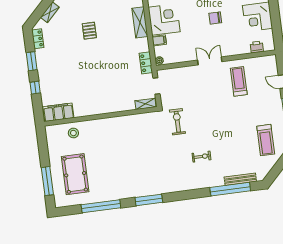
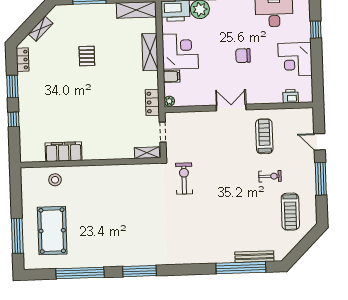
filing cabinet: (58, 112) -> (64, 152), moved
exercise bike: (202, 157) -> (270, 176), moved

